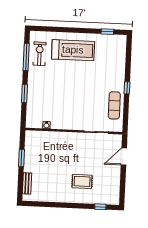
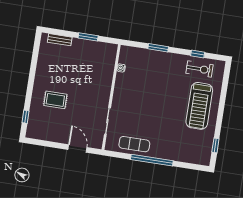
window: (26, 57) -> (198, 54), width x0.46
window: (127, 88) -> (152, 160), width x3.17
rug: (82, 181) -> (55, 100), turned 90

